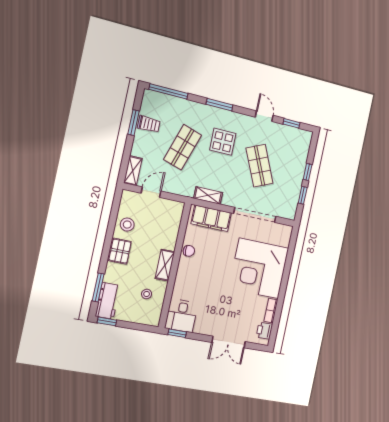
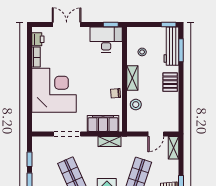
doorway: (255, 215) -> (67, 134), width x0.73
stool: (127, 225) -> (136, 105), moved
workbench: (108, 301) -> (171, 46), width x1.38
desk: (181, 316) -> (106, 40), width x1.37

